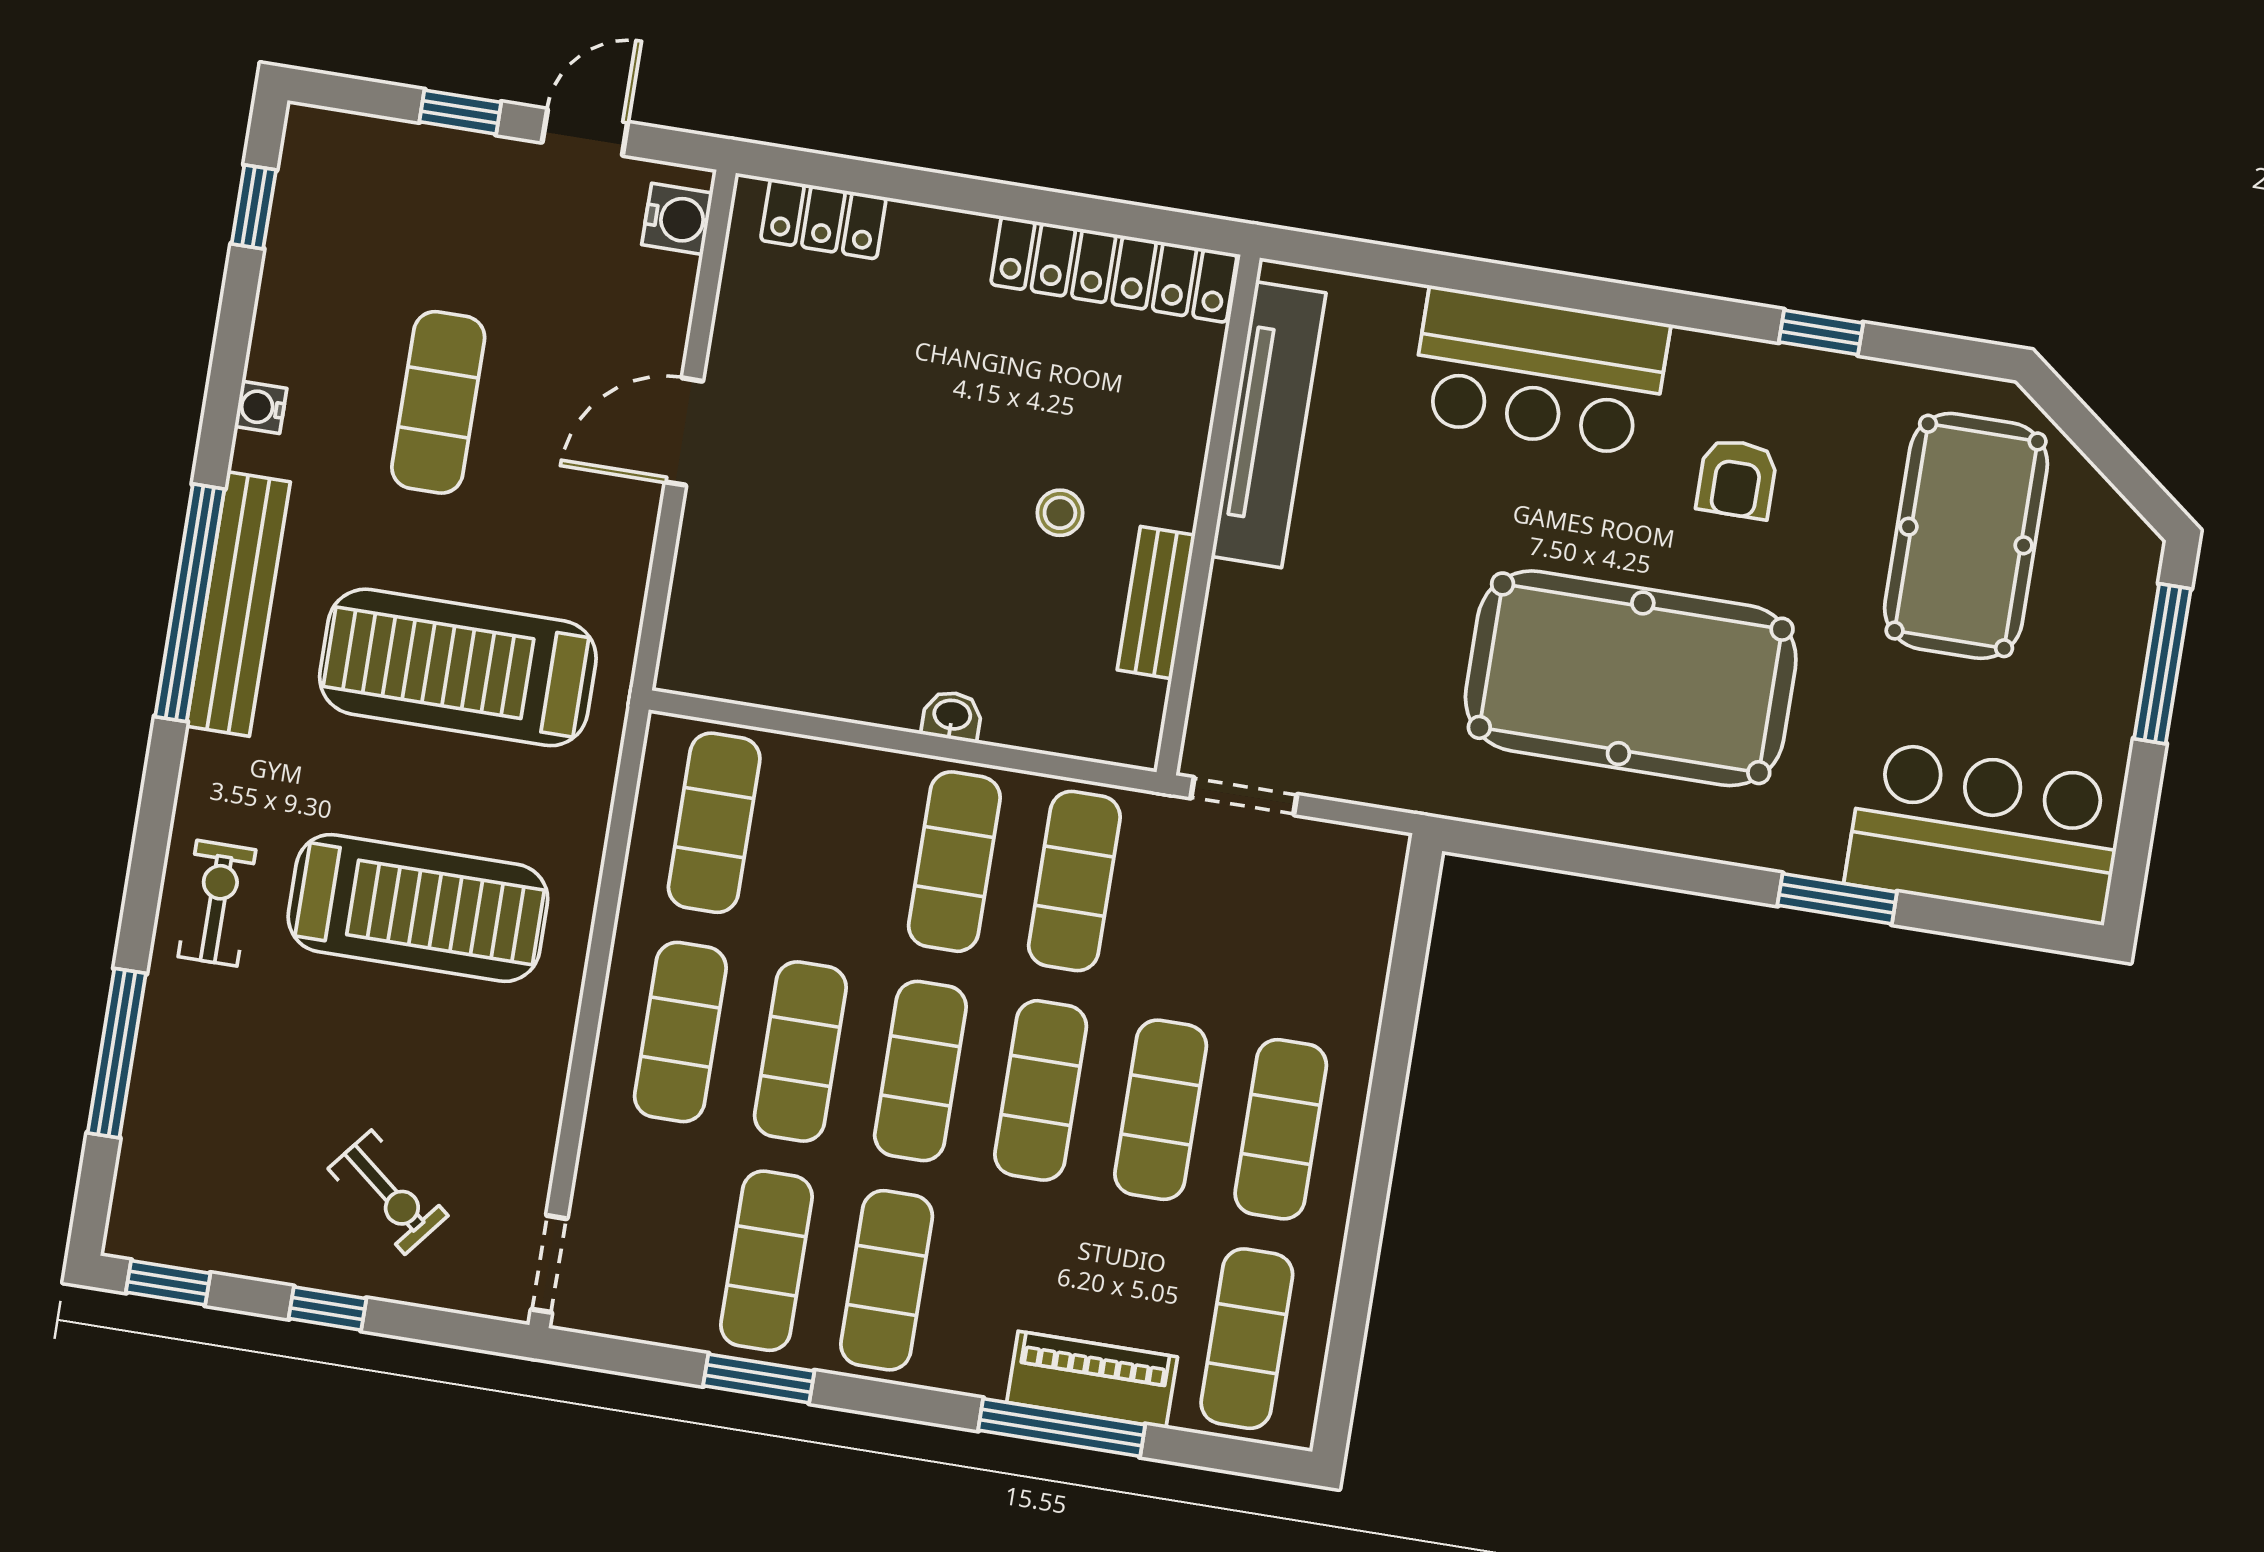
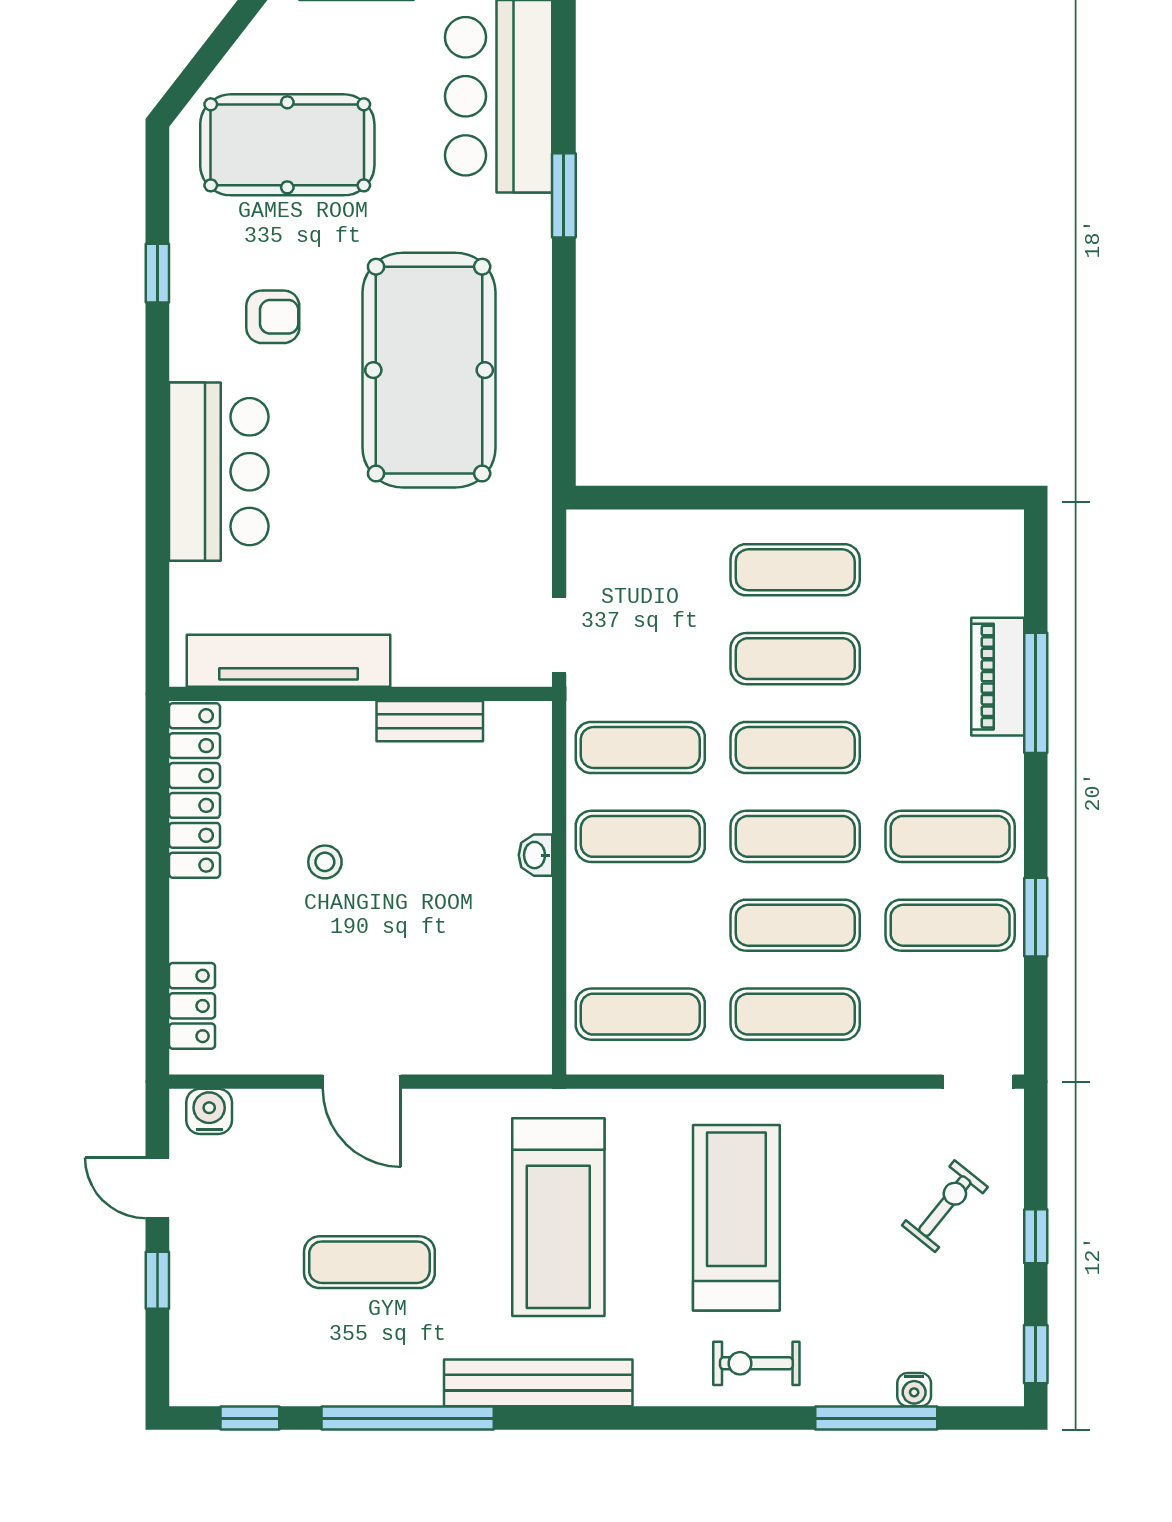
water cooler: (261, 407) -> (914, 1390), moved
stool: (1060, 513) -> (325, 862), moved
window: (190, 603) -> (408, 1418), moved
exercise mat: (1247, 1339) -> (950, 570), removed

